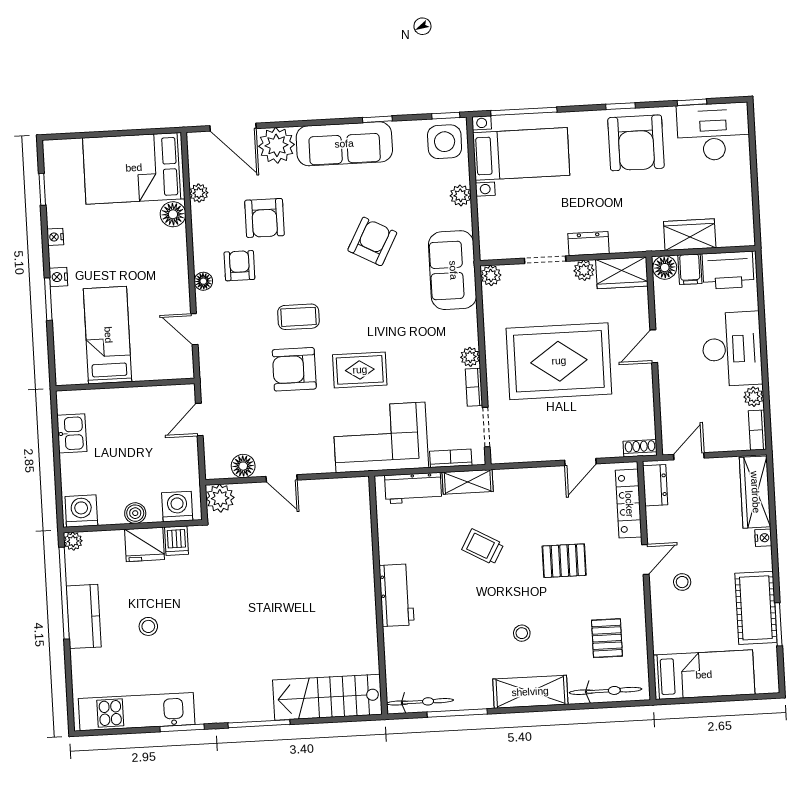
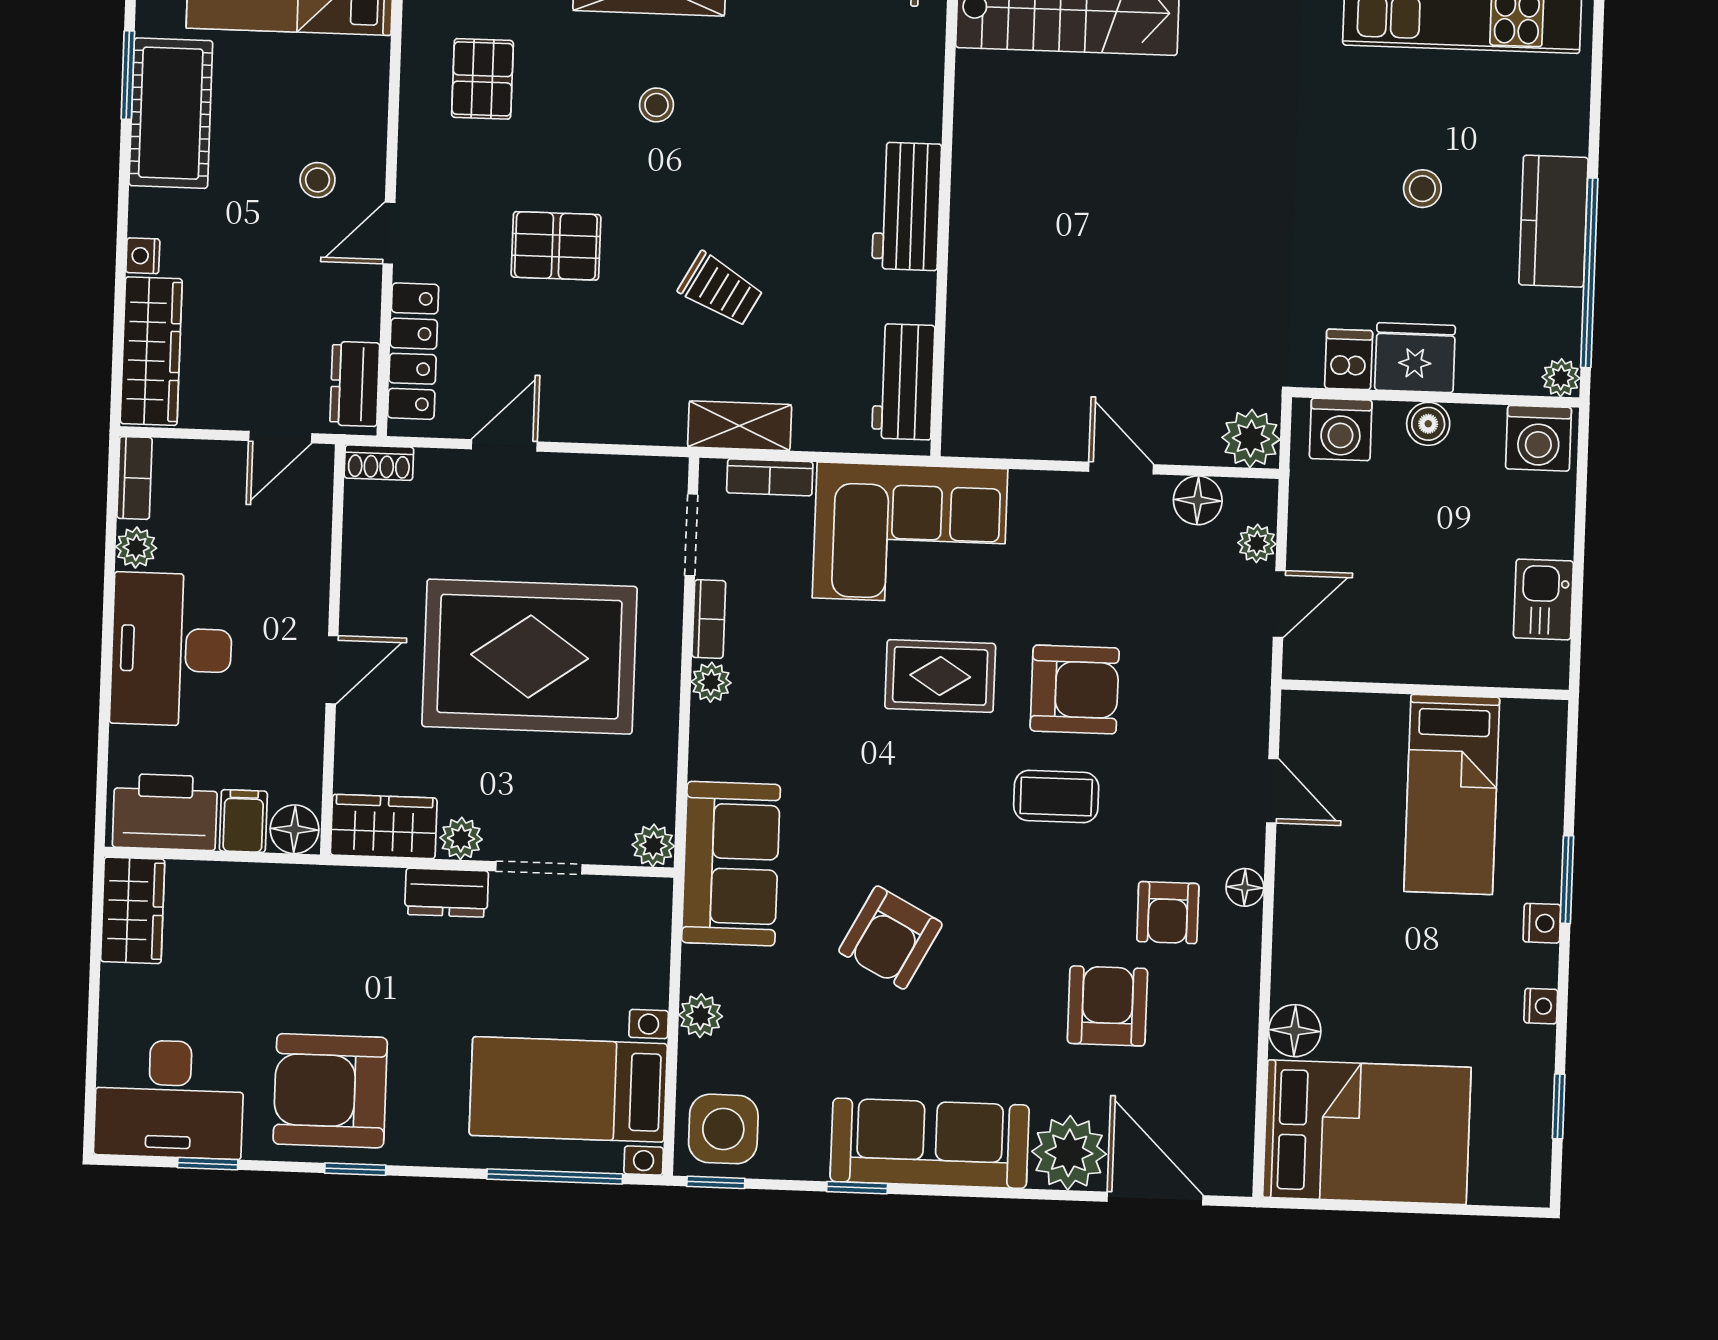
armchair: (636, 143) -> (330, 1091), turned -90
plant: (199, 193) -> (1257, 543), moved
wardrobe: (690, 235) -> (133, 910), moved, turned -90
workbench: (413, 488) -> (903, 382), moved, turned -90

